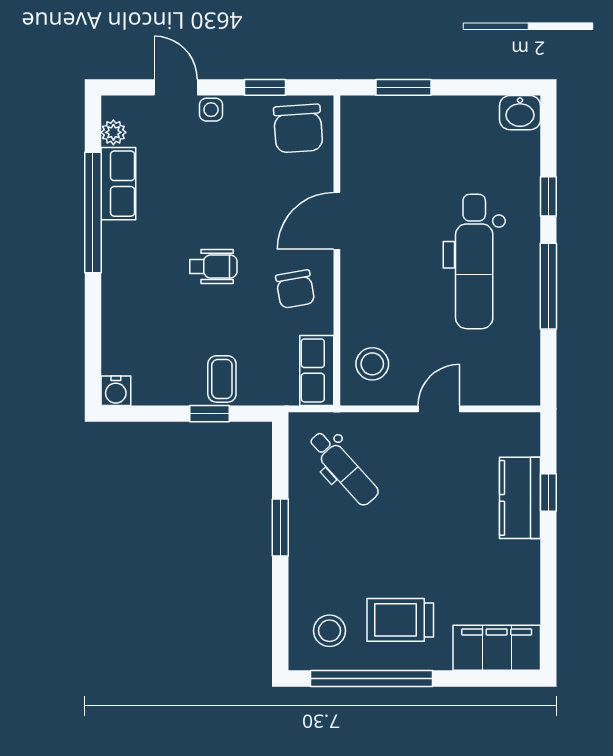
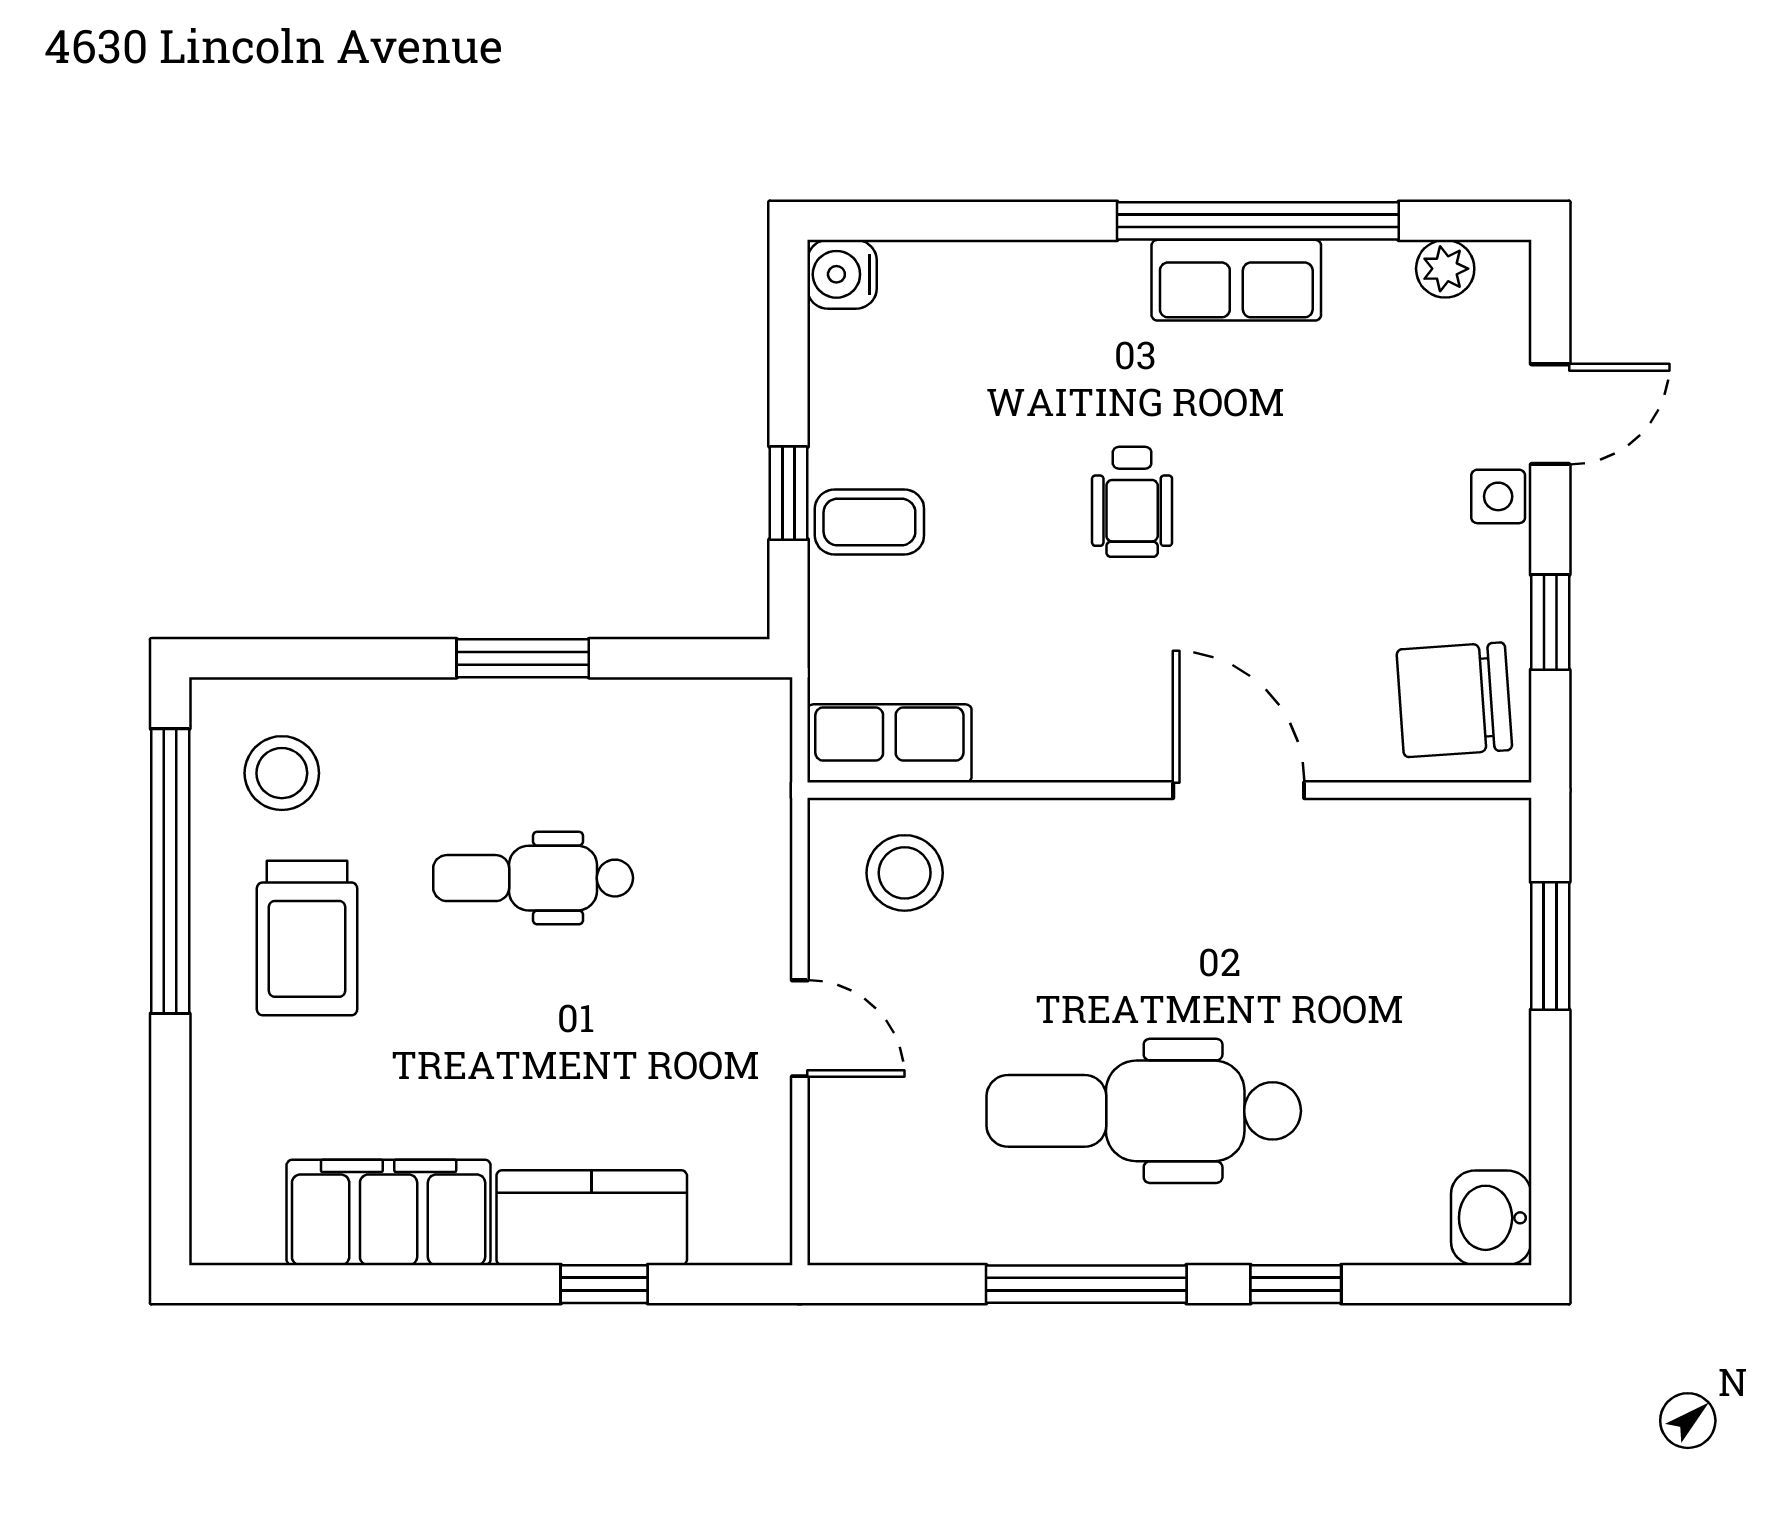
row of seats: (118, 184) -> (1236, 280), moved
chair: (295, 289) -> (1079, 693), removed
dental chair: (343, 468) -> (533, 878), moved, turned 42
trolley: (400, 620) -> (307, 938), turned 180
filing cabinet: (497, 648) -> (389, 1212), moved, turned -90

